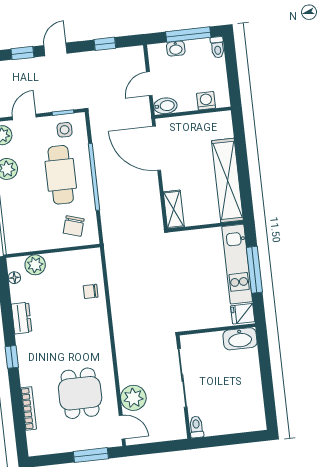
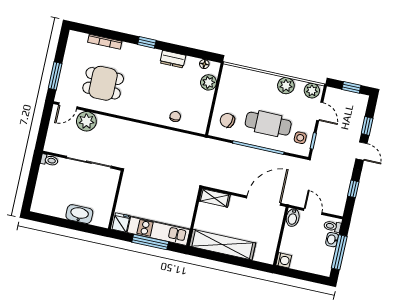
toilet: (217, 47) -> (332, 226), moved
washing machine: (206, 101) -> (284, 260), moved
washbasin: (240, 339) -> (79, 214), moved, turned 90

